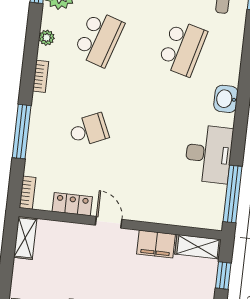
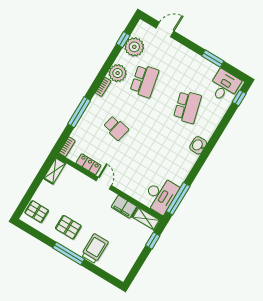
plant: (47, 38) -> (118, 73), width x1.88, depth x1.88
school desk: (99, 39) -> (144, 81), turned -30
school desk: (182, 48) -> (187, 107), turned -30
school desk: (89, 130) -> (116, 128), turned 36
desk: (209, 154) -> (161, 195), moved

